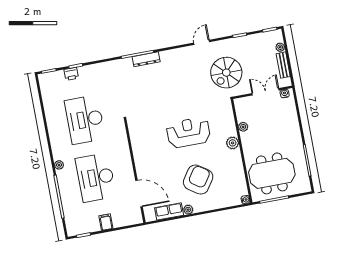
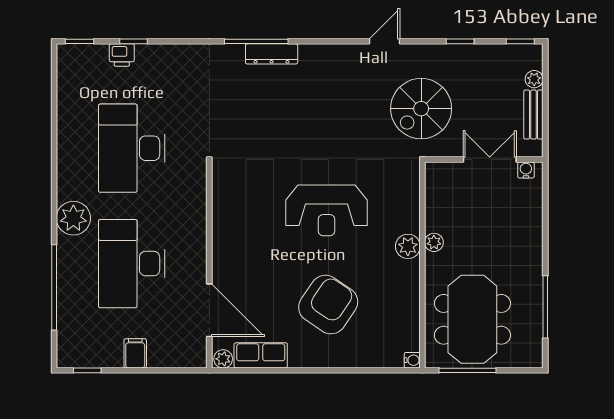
plant: (243, 127) -> (434, 242), moved
reception desk: (188, 133) -> (326, 210), turned 180
plant: (59, 165) -> (73, 218), width x1.87, depth x1.87
meeting table: (272, 173) -> (472, 319), turned 90
plant: (188, 210) -> (223, 359), moved

